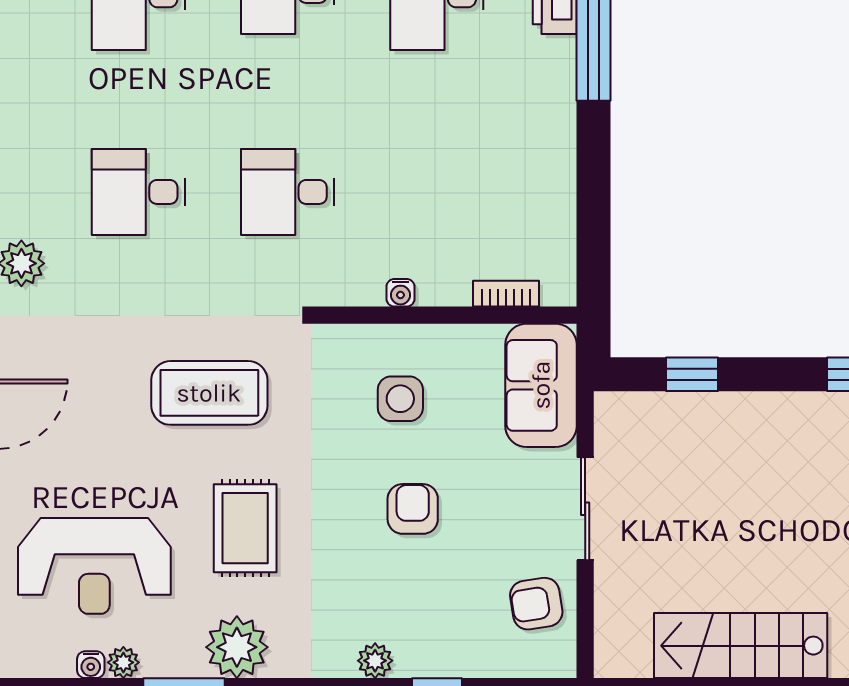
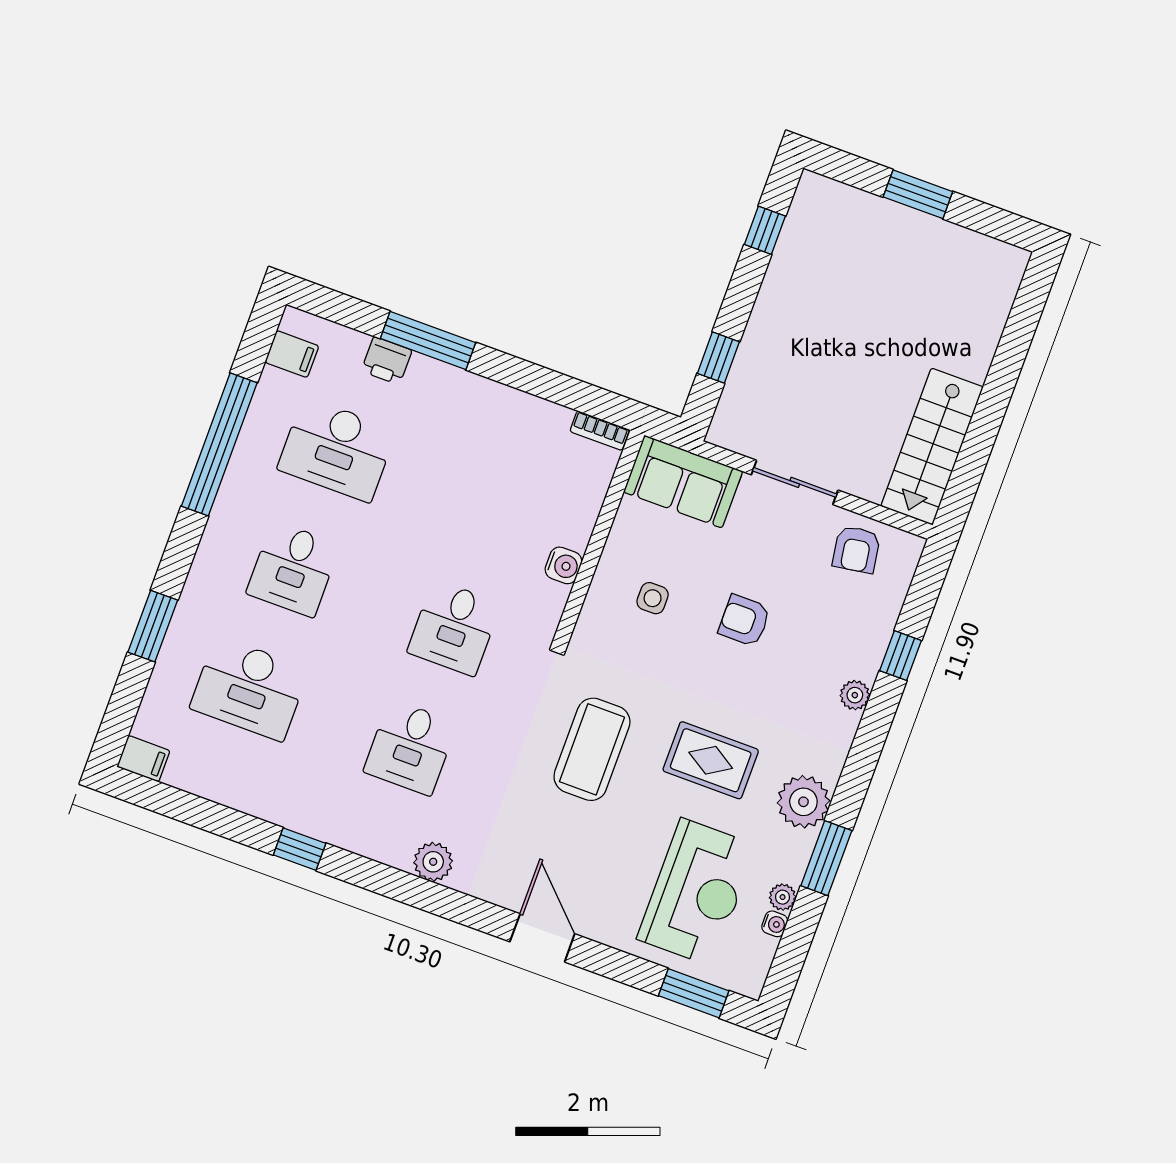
water cooler: (401, 293) -> (564, 565), width x1.38, depth x1.38
bookcase: (506, 294) -> (600, 431), moved, turned -90
side table: (400, 399) -> (653, 598), width x0.73, depth x0.73
stairs: (741, 646) -> (932, 447), moved

